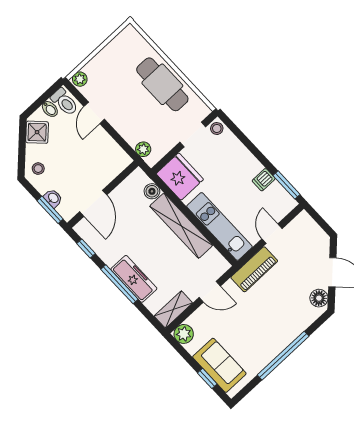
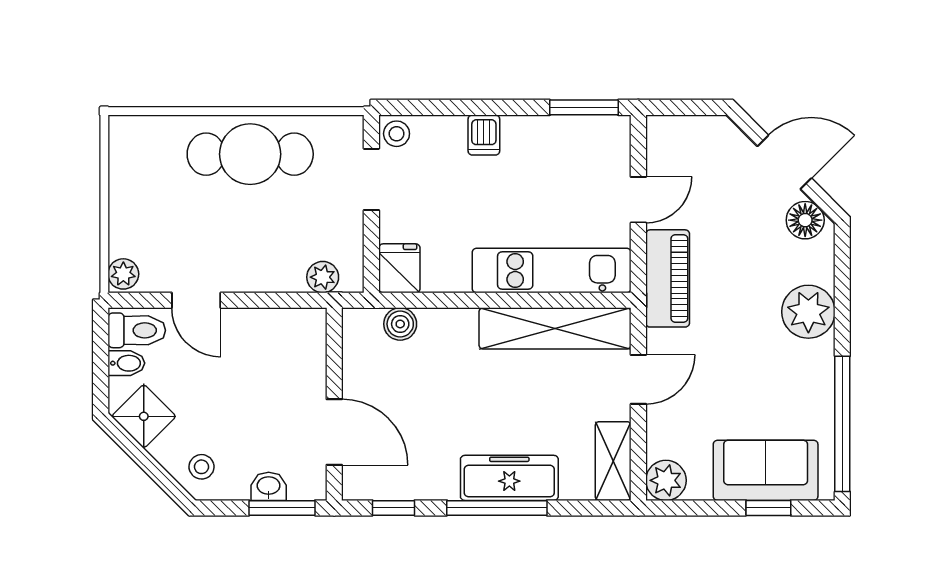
fridge: (180, 177) -> (399, 268), width x0.53, depth x0.75
dishwasher: (264, 180) -> (484, 135), moved
shelving: (181, 226) -> (555, 328), moved
door: (272, 234) -> (638, 200), swing flipped
plant: (288, 329) -> (808, 312), added
window: (283, 356) -> (842, 424), moved

